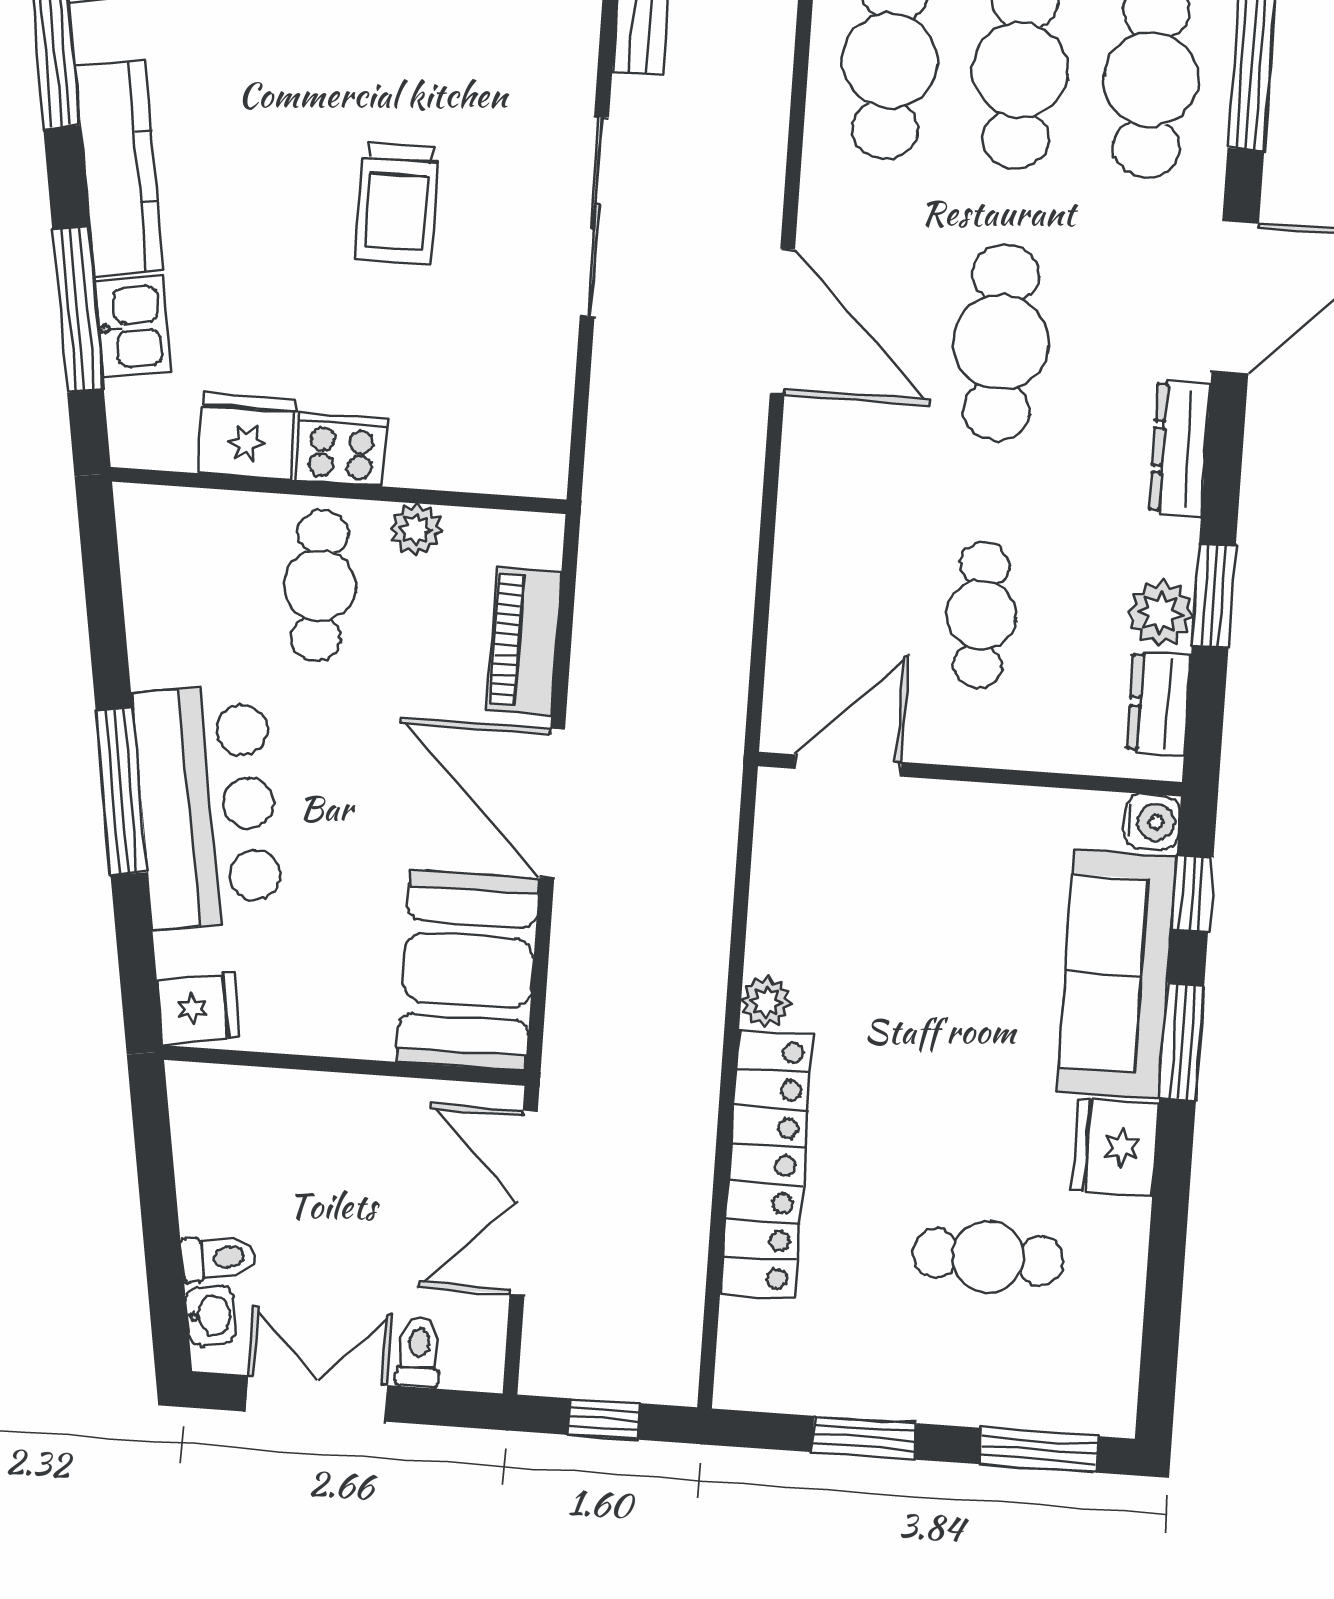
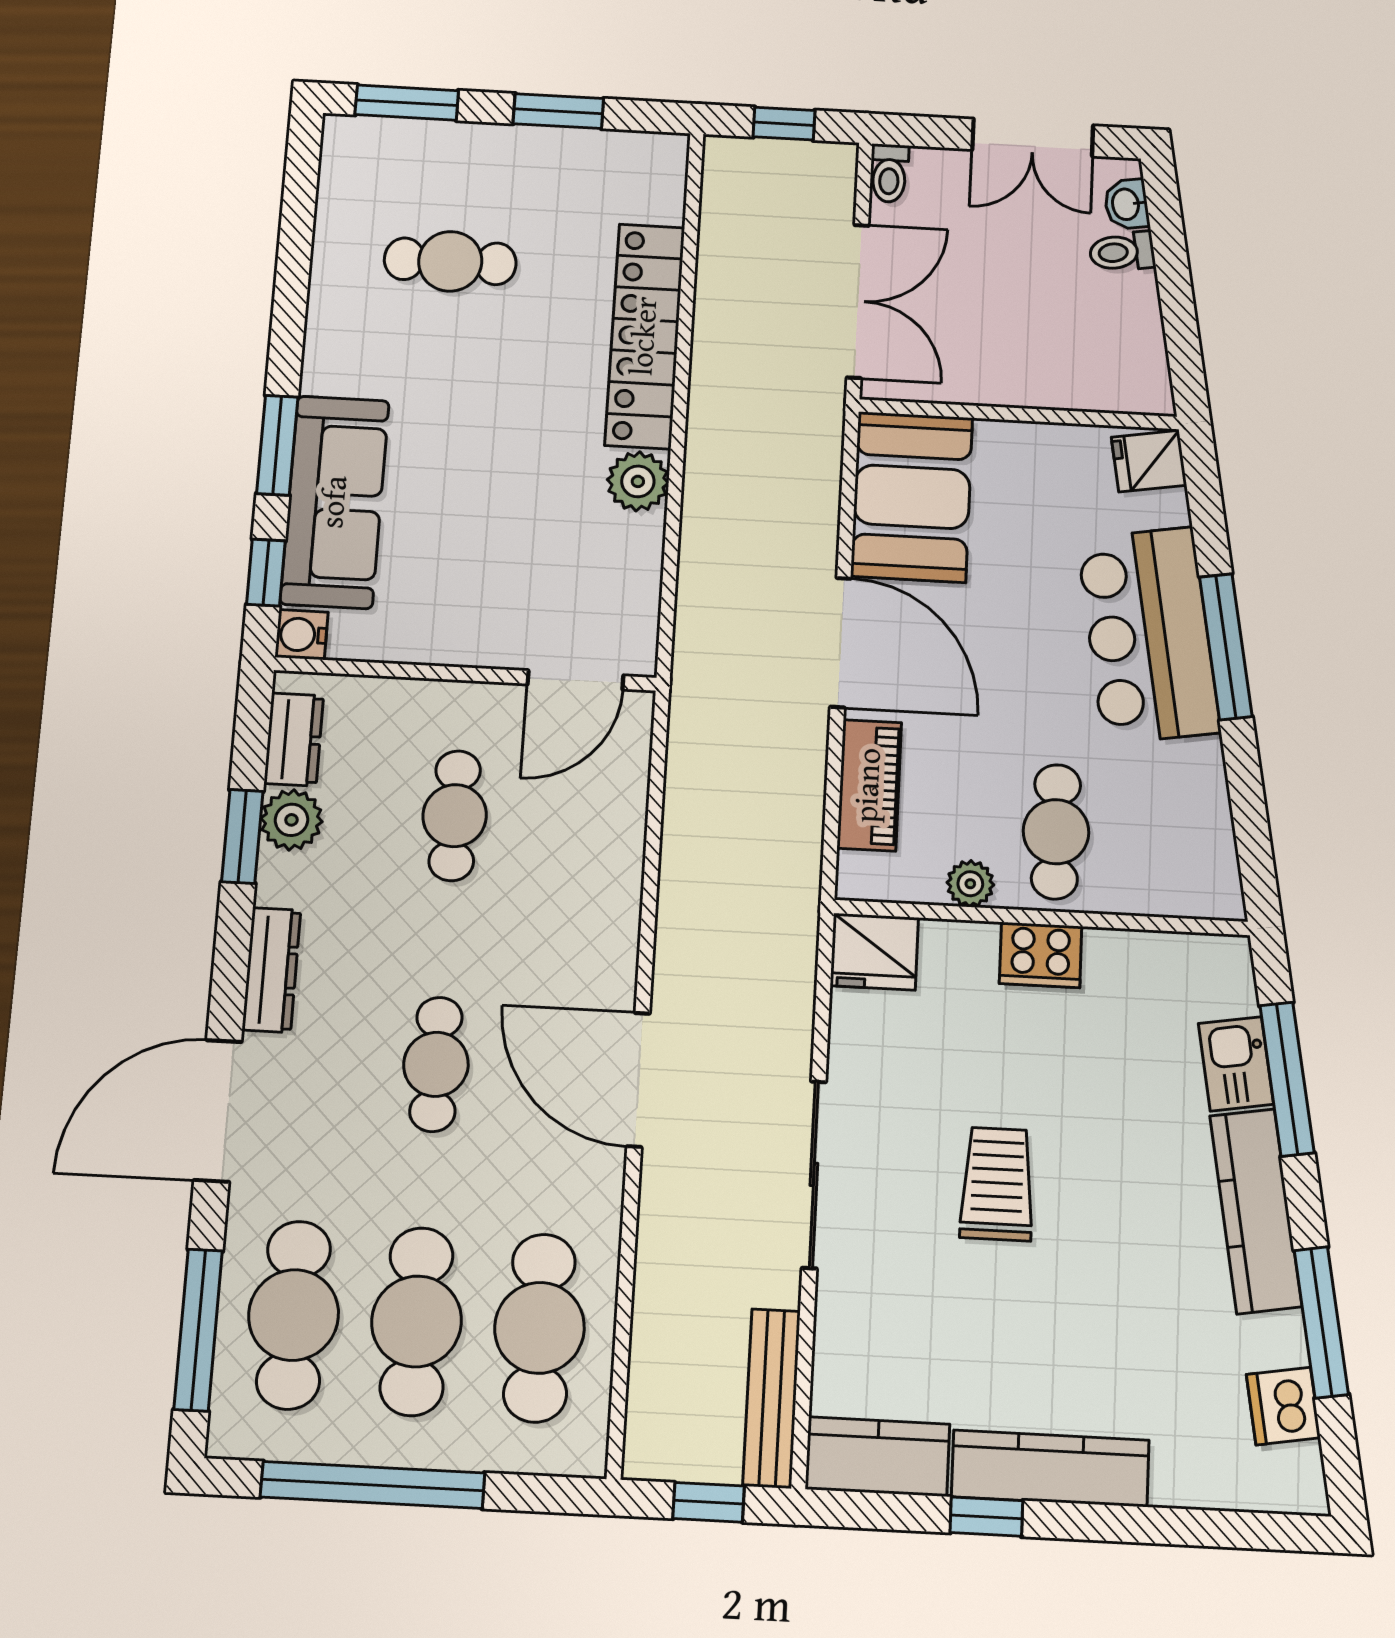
cafe table: (1001, 342) -> (436, 1064), width x0.73, depth x0.74
fridge: (247, 437) -> (874, 952), moved
plant: (766, 1002) -> (638, 481), width x1.38, depth x1.38
fridge: (1116, 1147) -> (337, 354), removed
toilet: (419, 1352) -> (889, 173), moved

